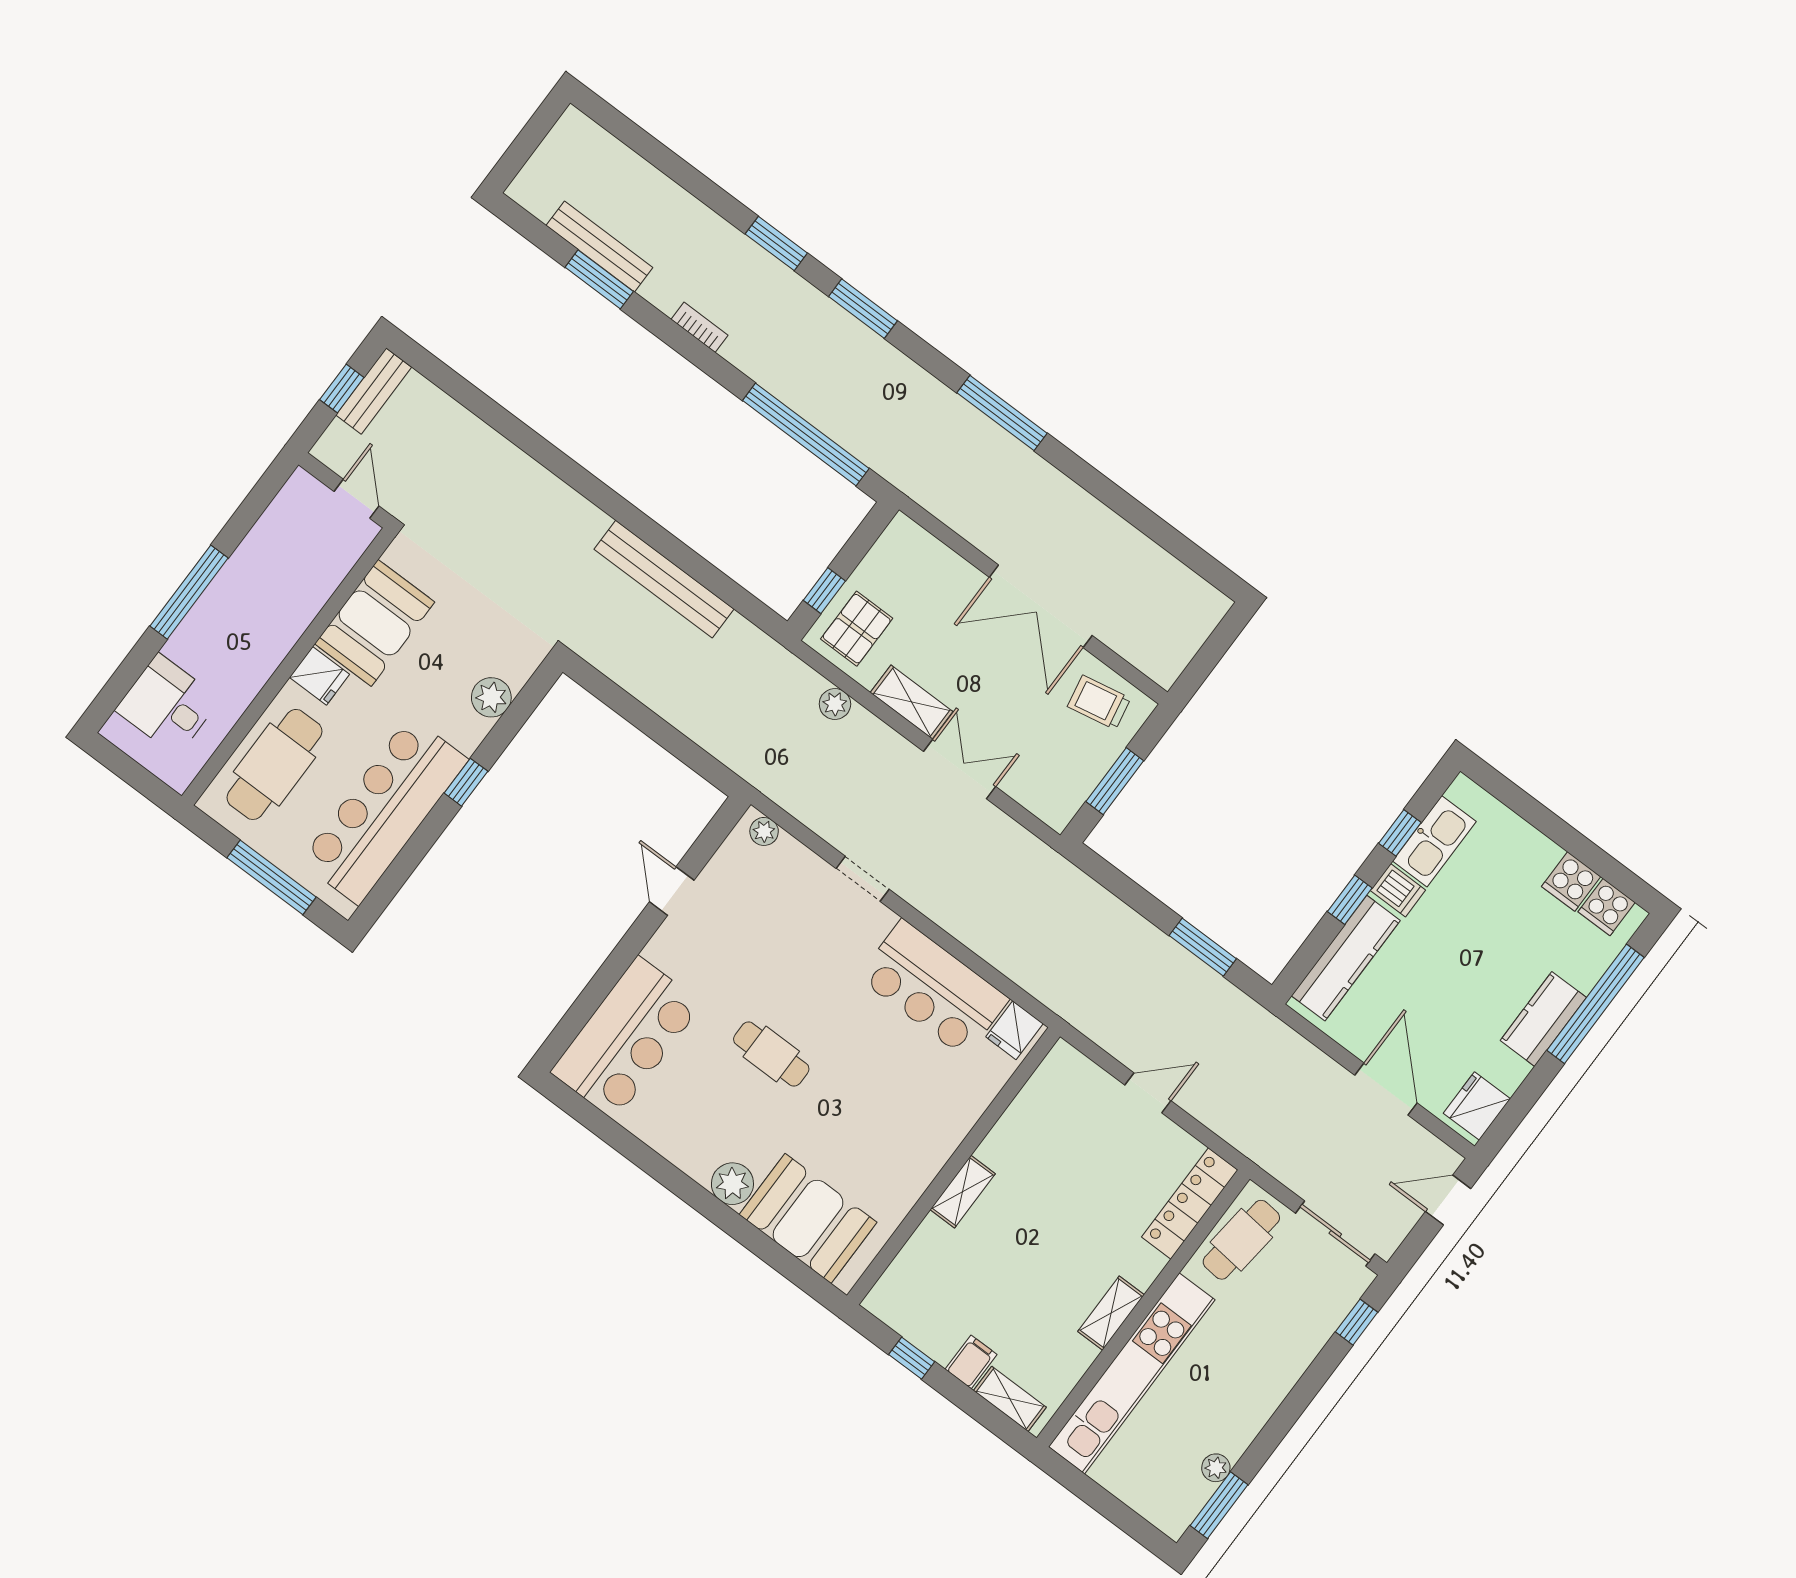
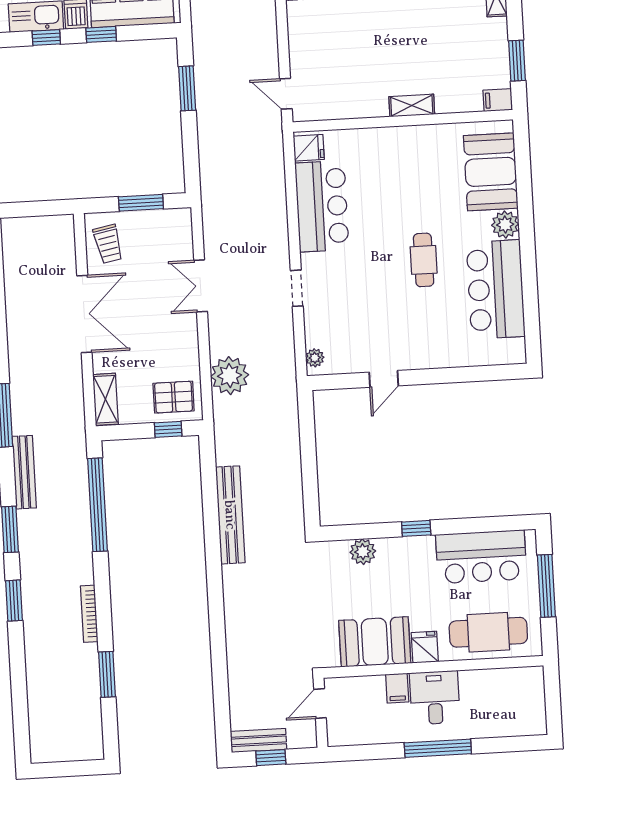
bench: (599, 247) -> (24, 472), moved
bookcase: (700, 327) -> (89, 614), width x1.56
filing cabinet: (299, 604) -> (397, 688), added
shelving: (912, 702) -> (105, 399), moved
plant: (835, 704) -> (230, 376), width x1.88, depth x1.88
desk: (168, 705) -> (435, 698), moved, turned 180
bar counter: (384, 811) -> (481, 557), width x0.73
bar counter: (626, 1038) -> (496, 289), moved, turned -90
door: (1148, 1093) -> (286, 94), moved
window: (912, 1358) -> (517, 61), width x1.50
filing cabinet: (971, 1362) -> (498, 100), moved

